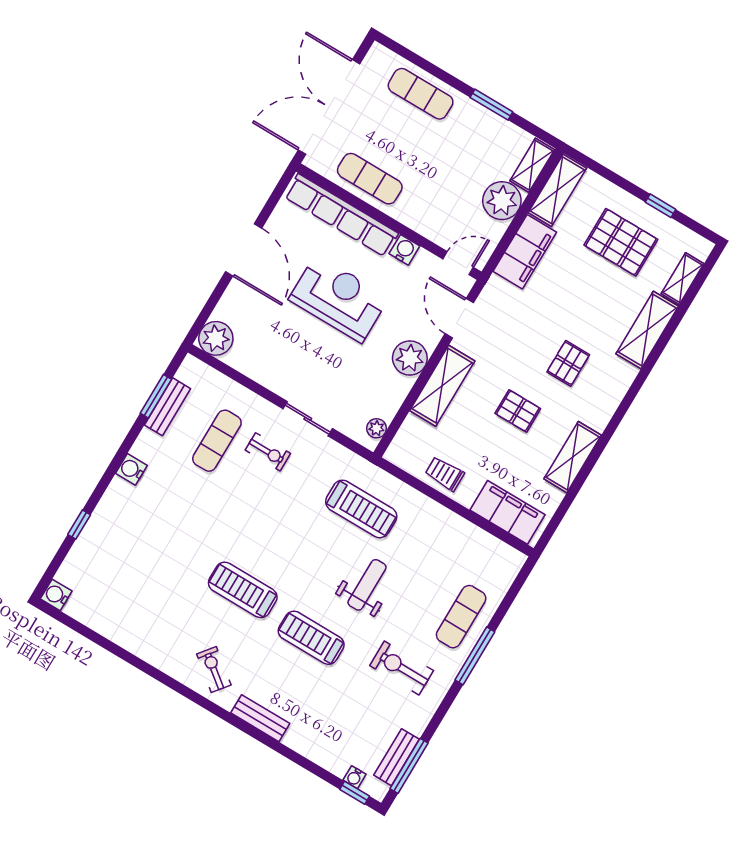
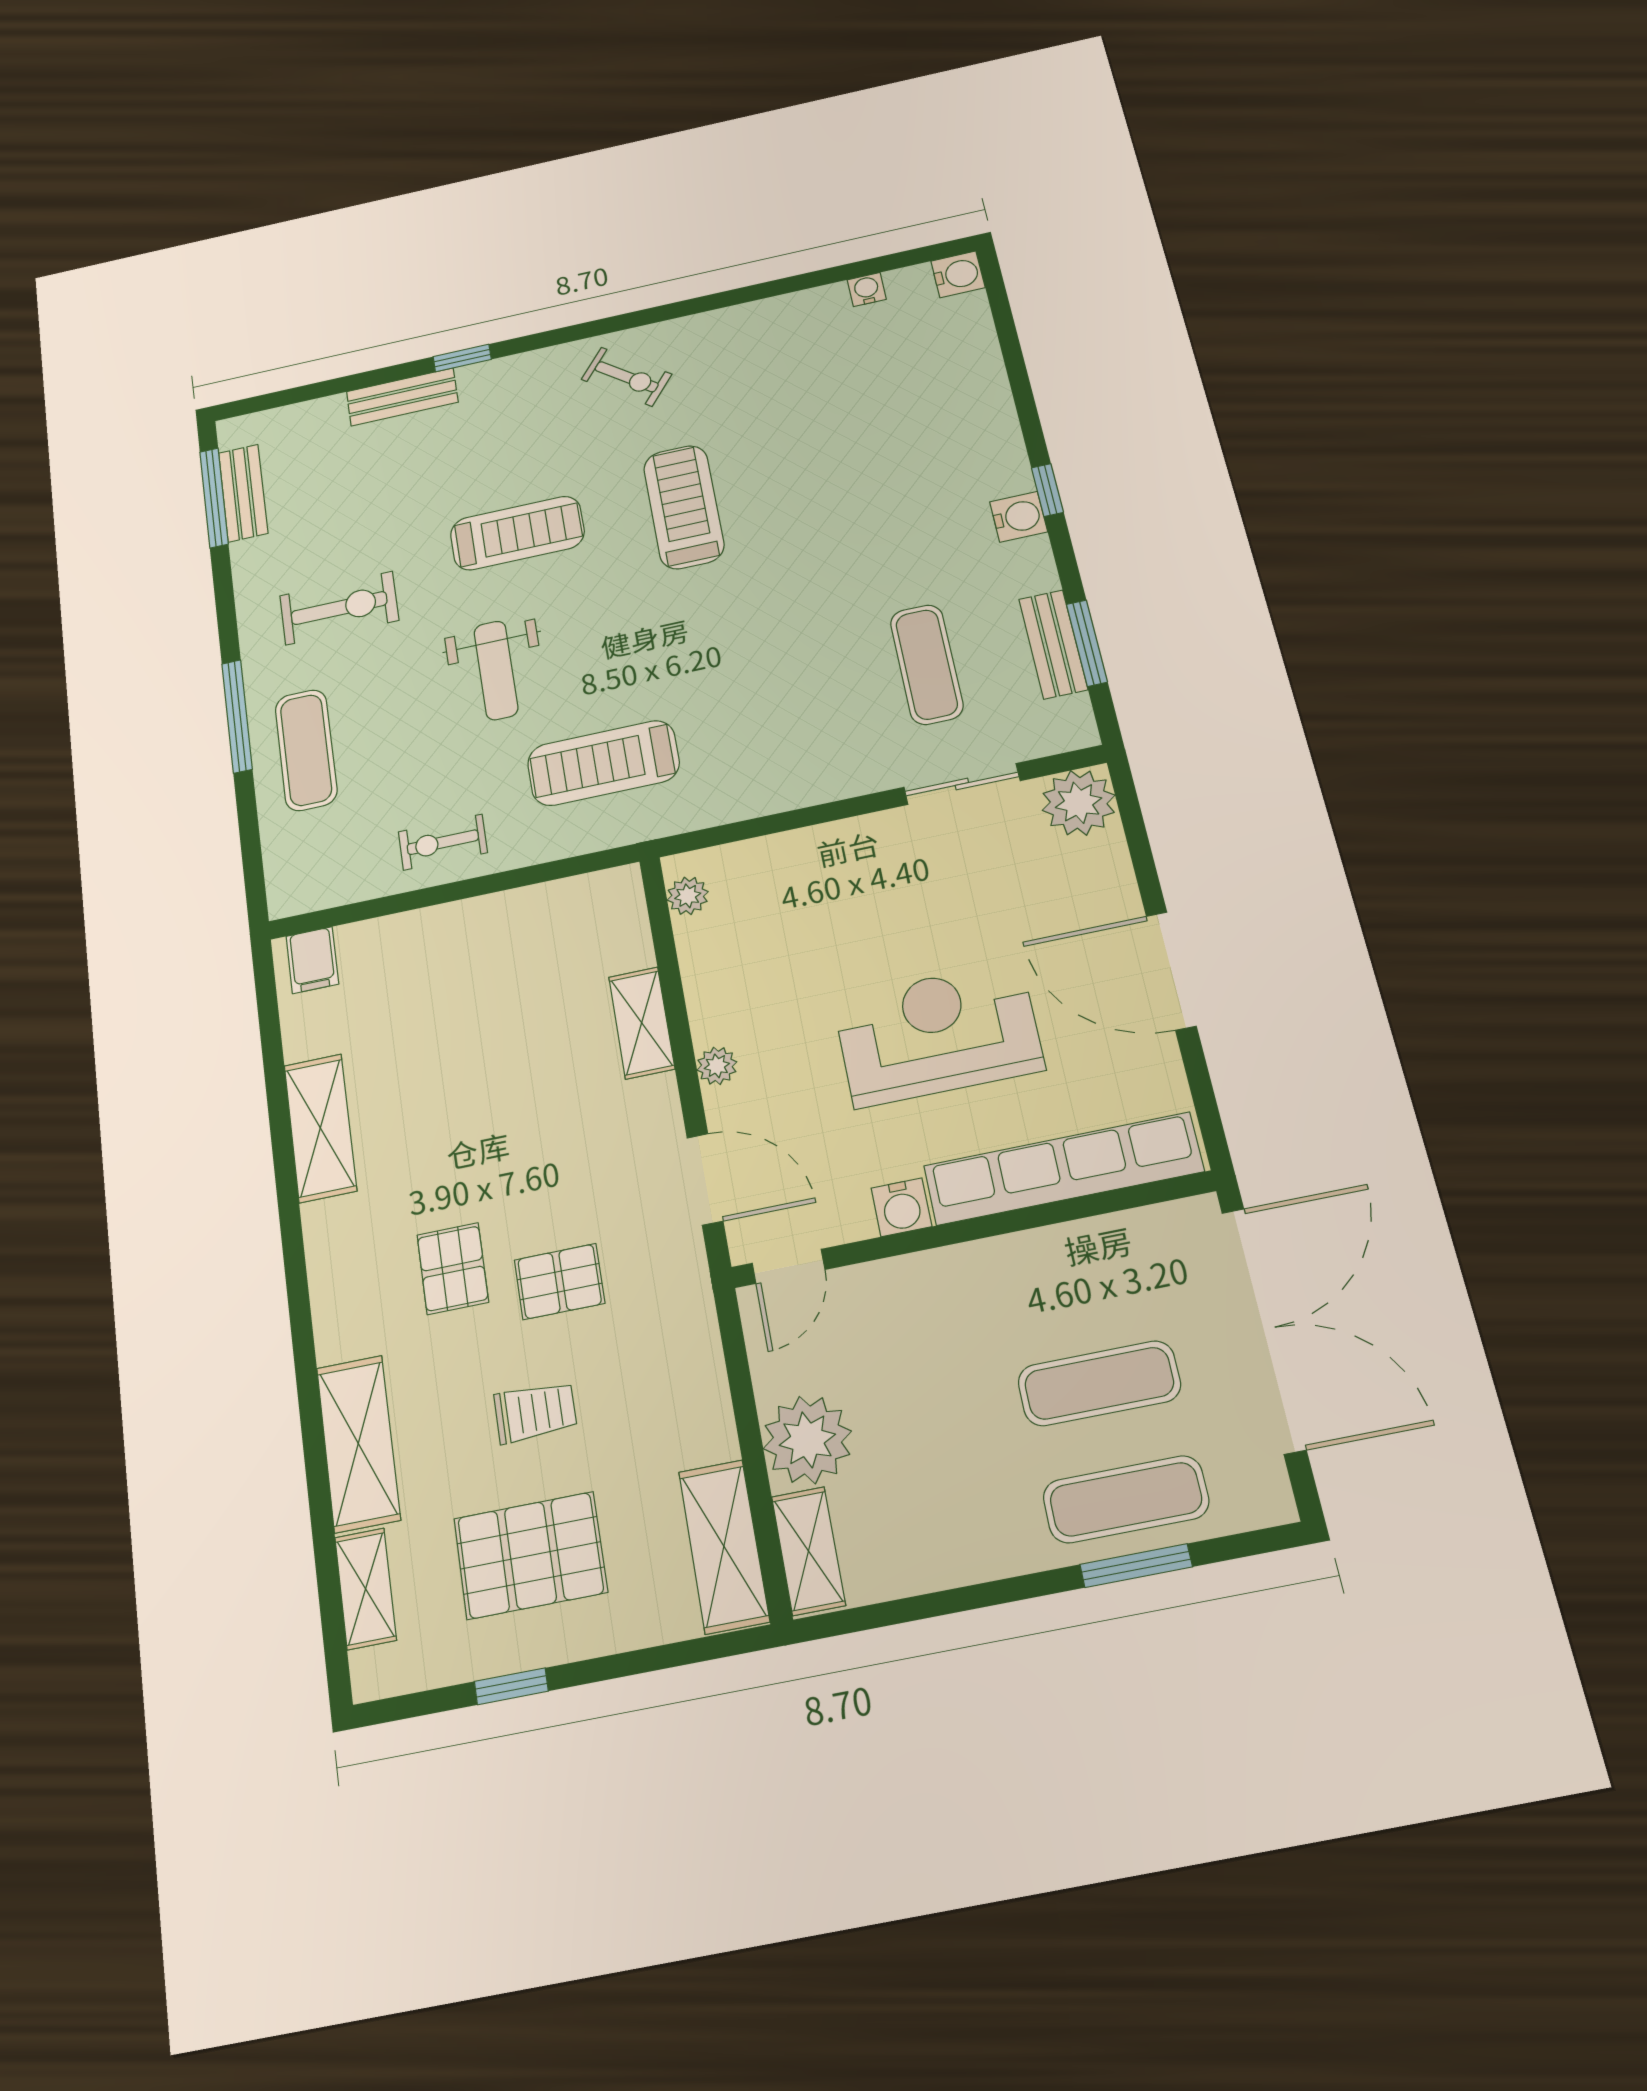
window: (491, 105) -> (1136, 1566), moved
exercise mat: (370, 179) -> (1099, 1383), moved
filing cabinet: (525, 252) -> (689, 1387), removed
reception desk: (339, 299) -> (938, 1034), turned 180
plant: (410, 358) -> (717, 1066), width x0.53, depth x0.53
shelving: (442, 386) -> (642, 1023), width x0.67, depth x0.75
pallet: (518, 411) -> (560, 1282), moved
sliding door: (308, 419) -> (962, 784), moved
exercise bike: (268, 452) -> (443, 842), moved
trolley: (445, 474) -> (535, 1412), moved
filing cabinet: (507, 512) -> (312, 960), width x0.33, depth x0.86
window: (79, 525) -> (1047, 490), moved
treadmill: (243, 590) -> (684, 507), turned -90
bench: (260, 718) -> (402, 397), moved
water cooler: (355, 777) -> (867, 290), moved
window: (355, 793) -> (462, 358), moved

